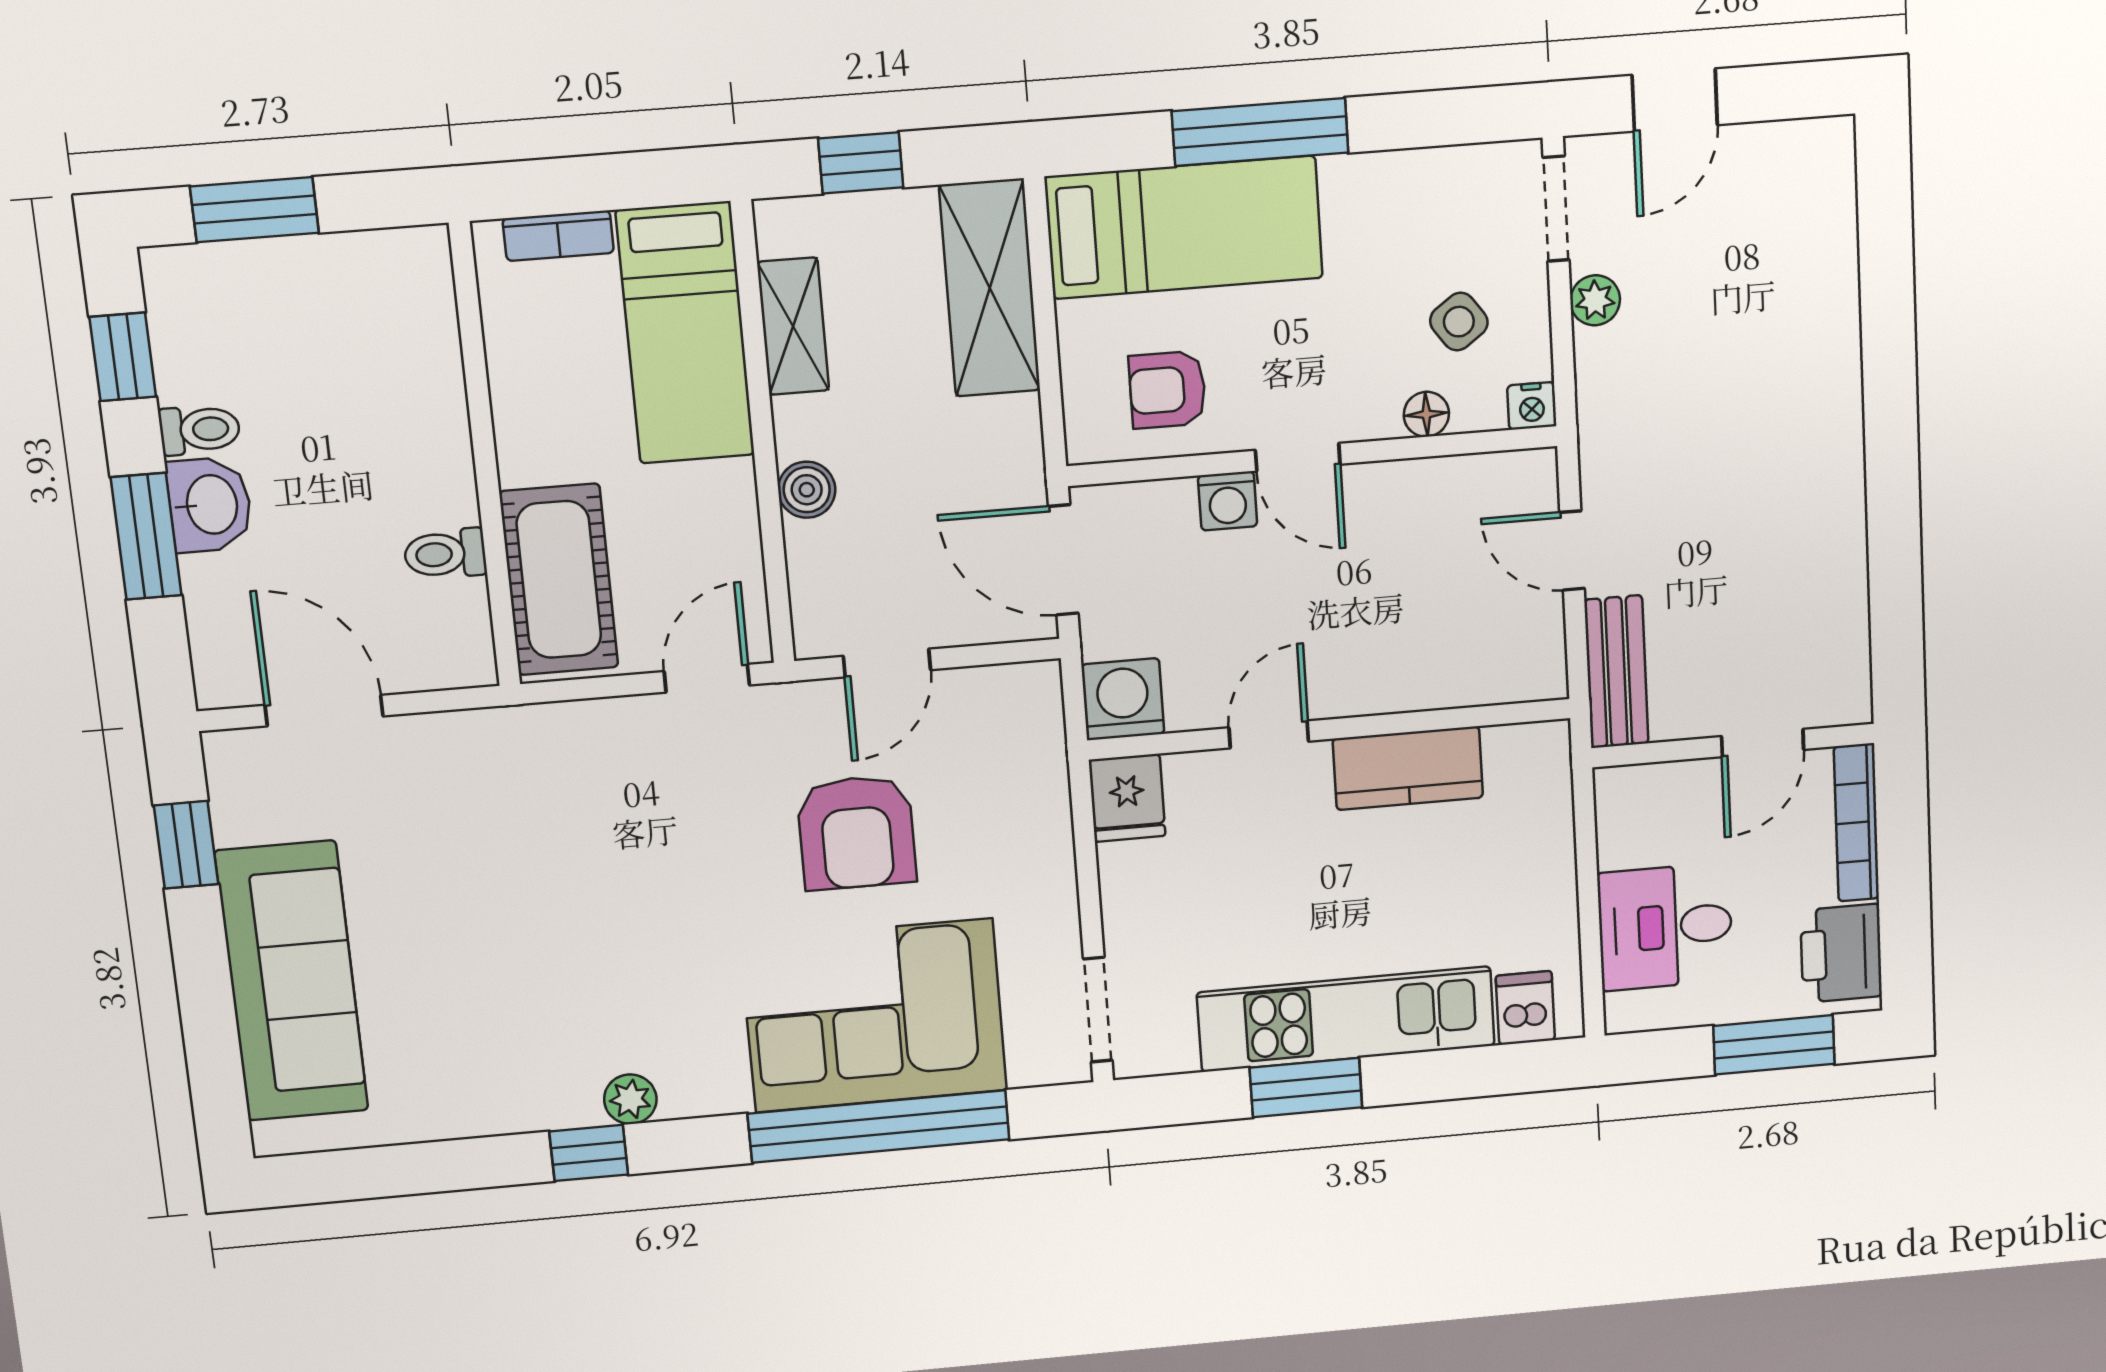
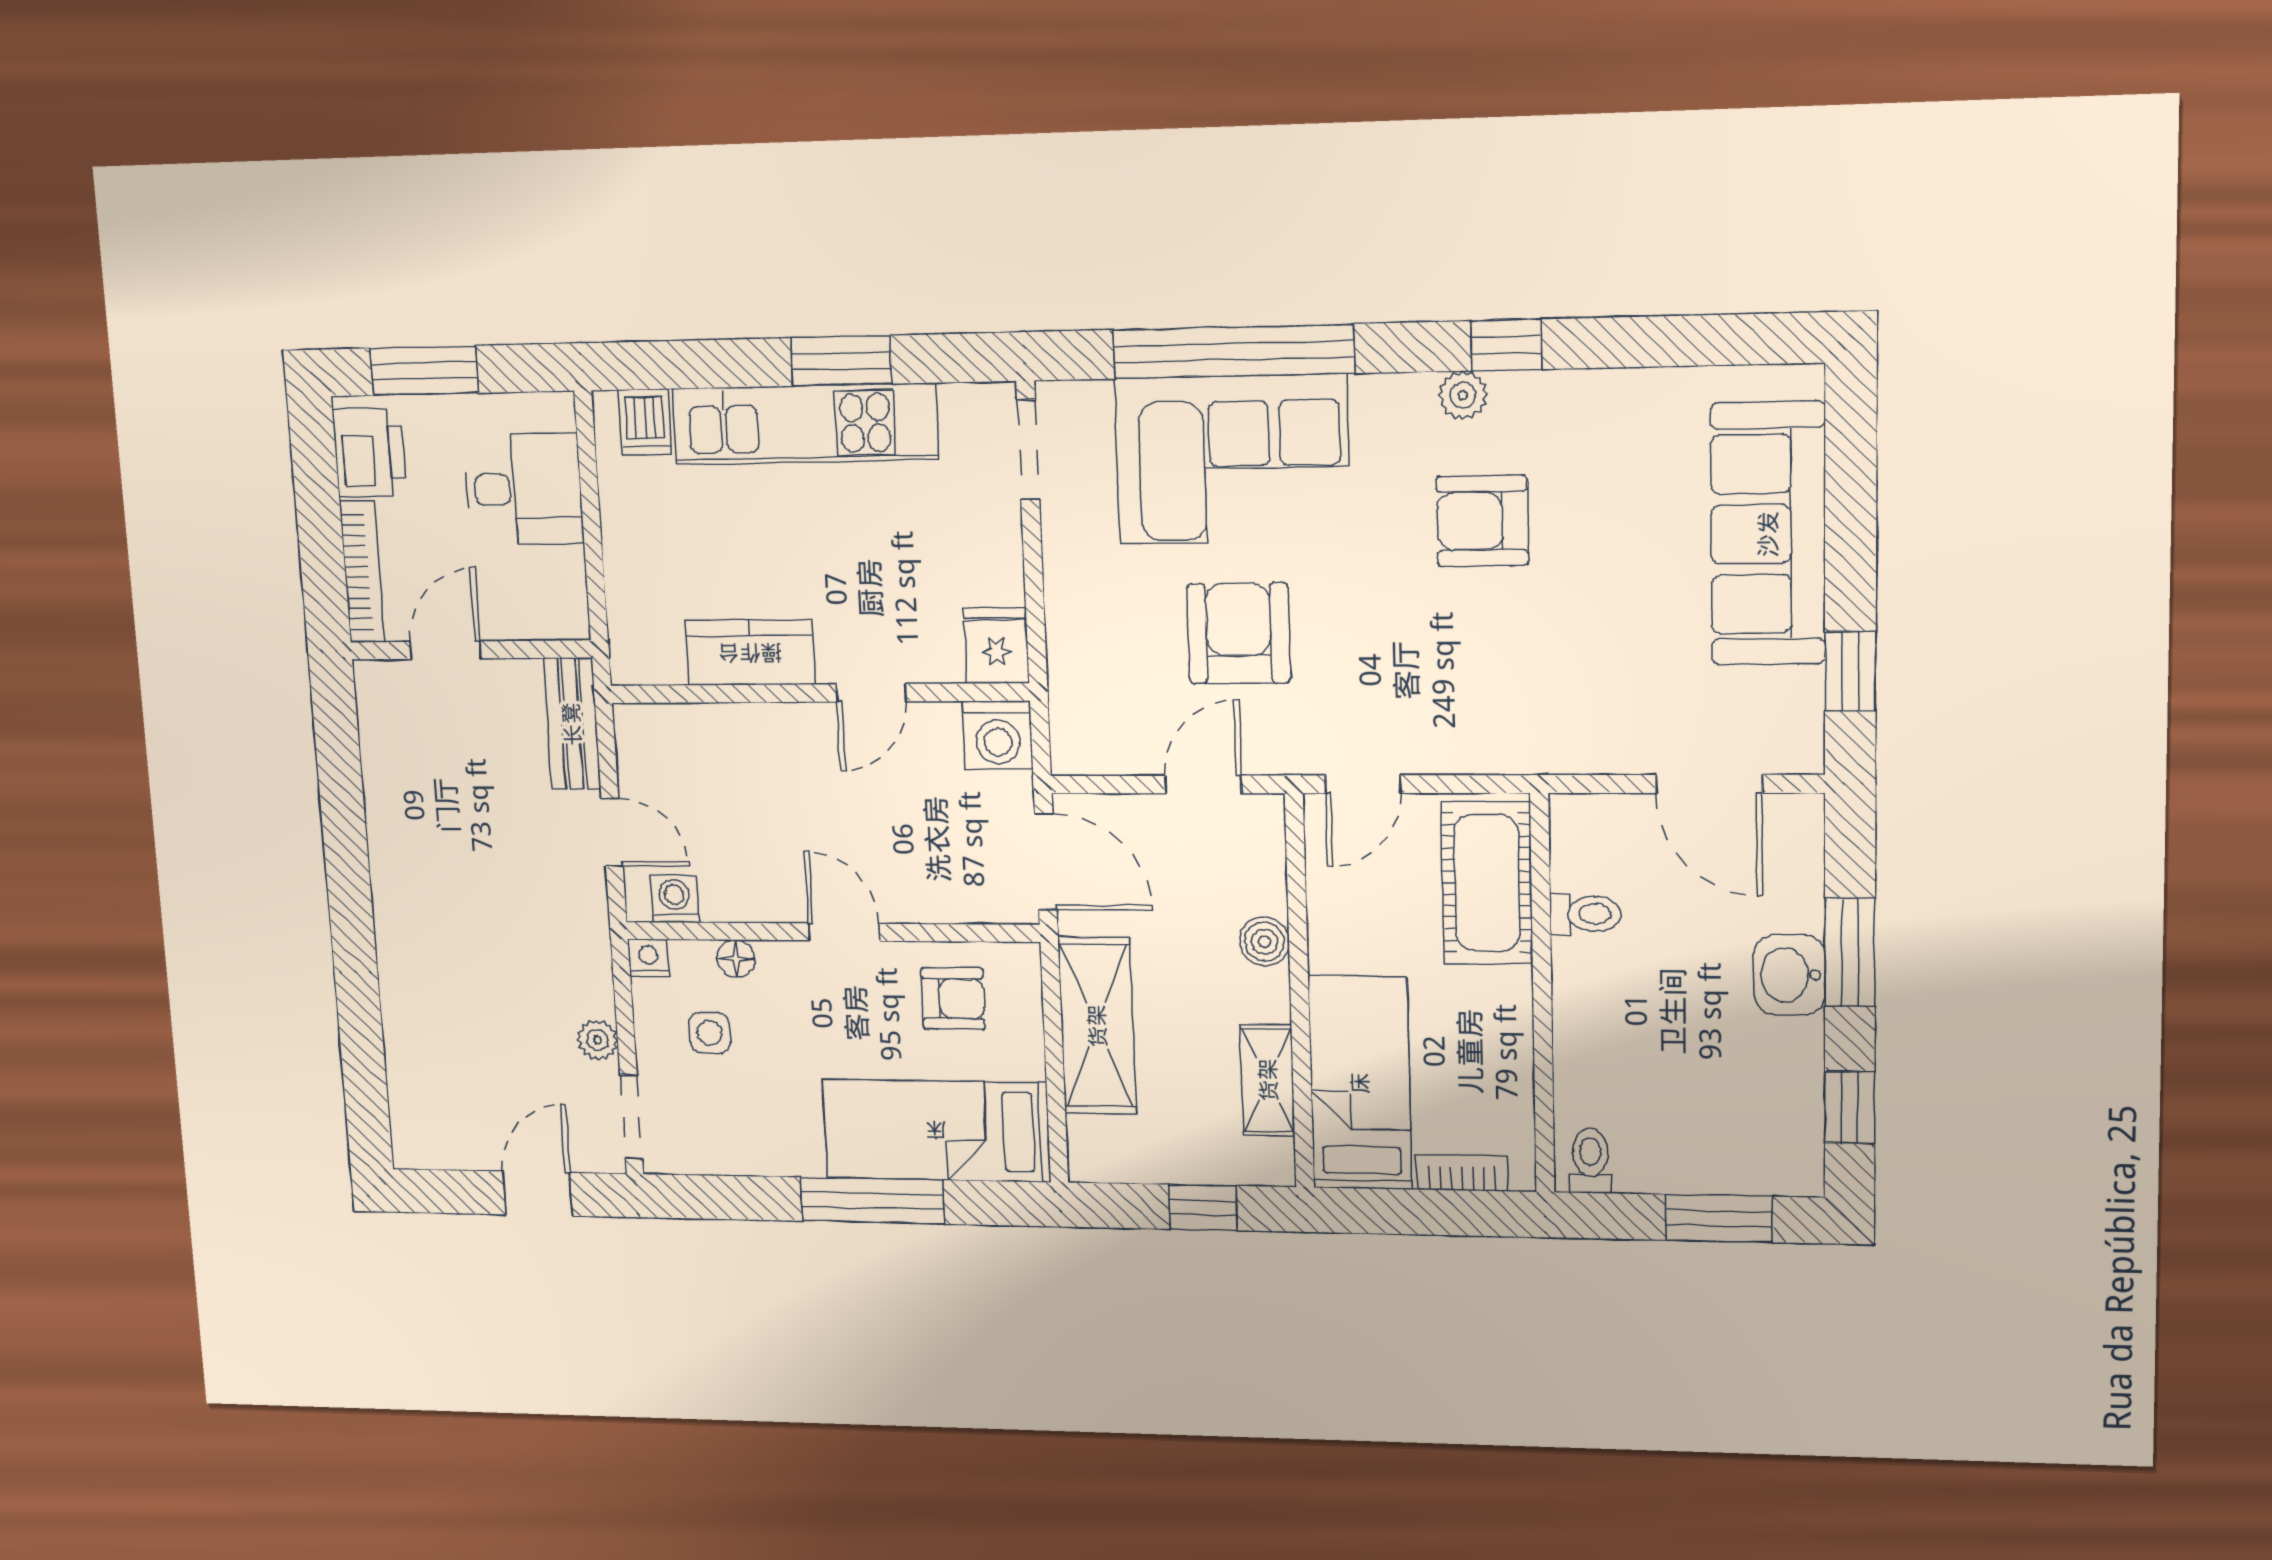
shelving: (990, 288) -> (1097, 1026), moved
side table: (1459, 322) -> (710, 1033), turned 36
toilet: (200, 430) -> (1591, 1161), moved, turned 90
washing machine: (1228, 501) -> (674, 899), moved
armchair: (598, 972) -> (1482, 521), added

